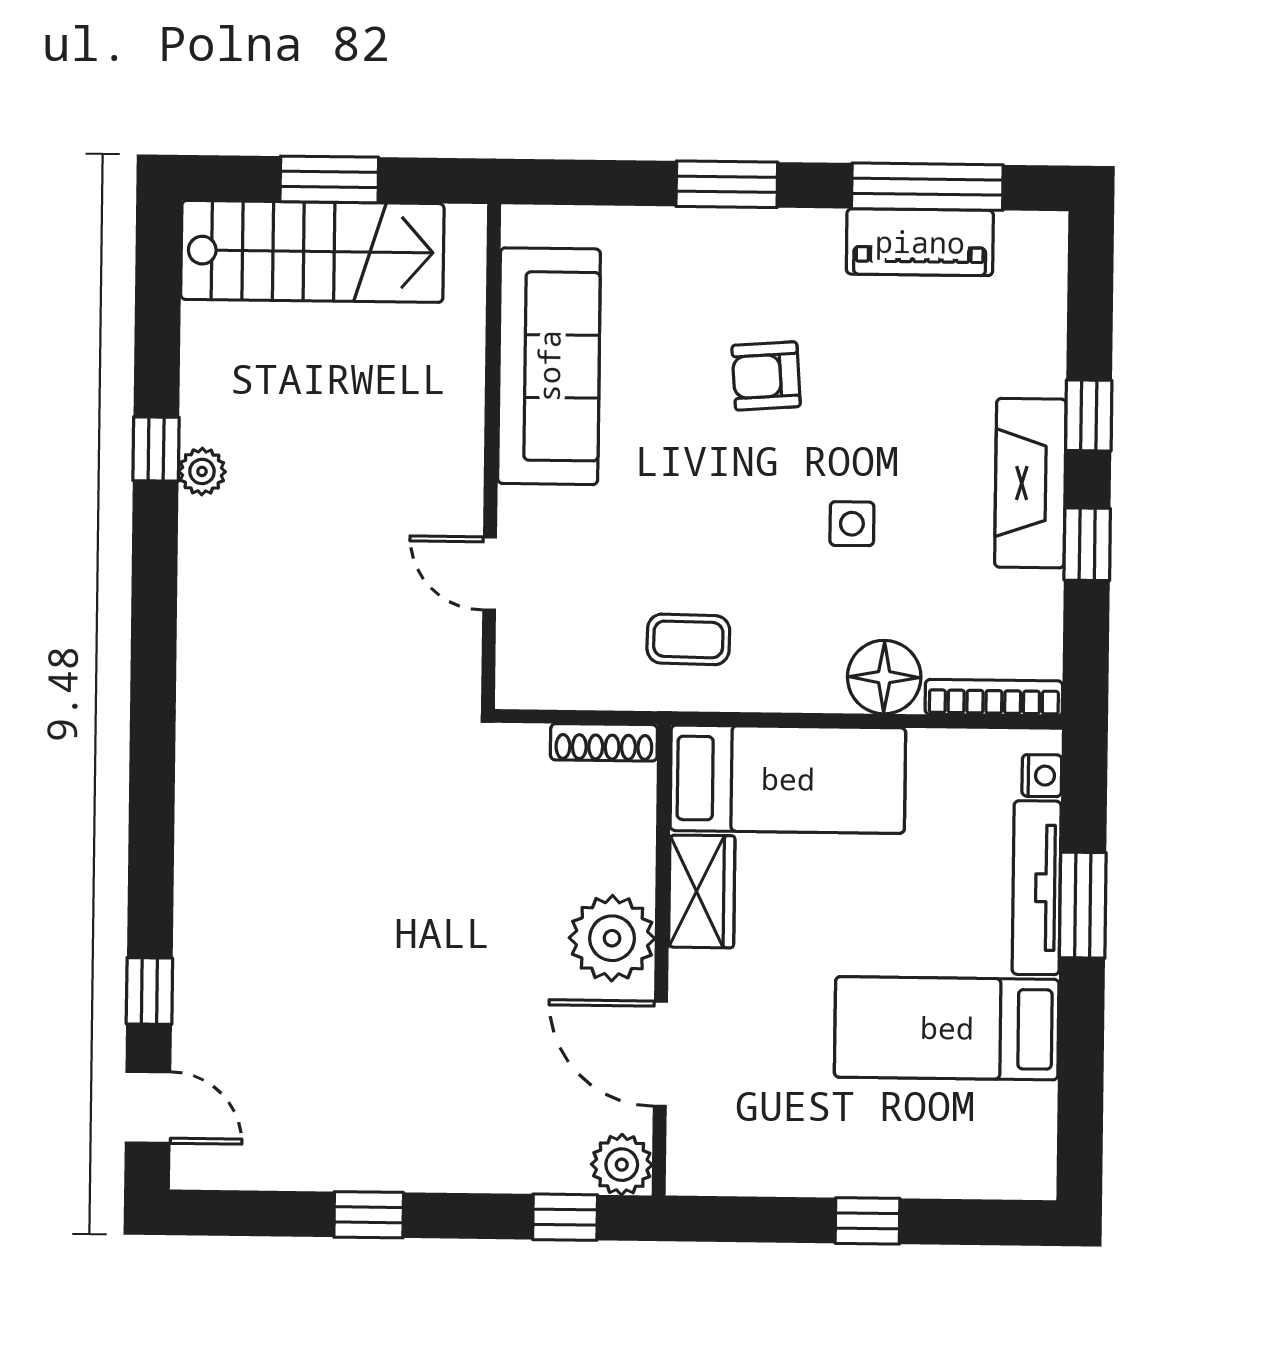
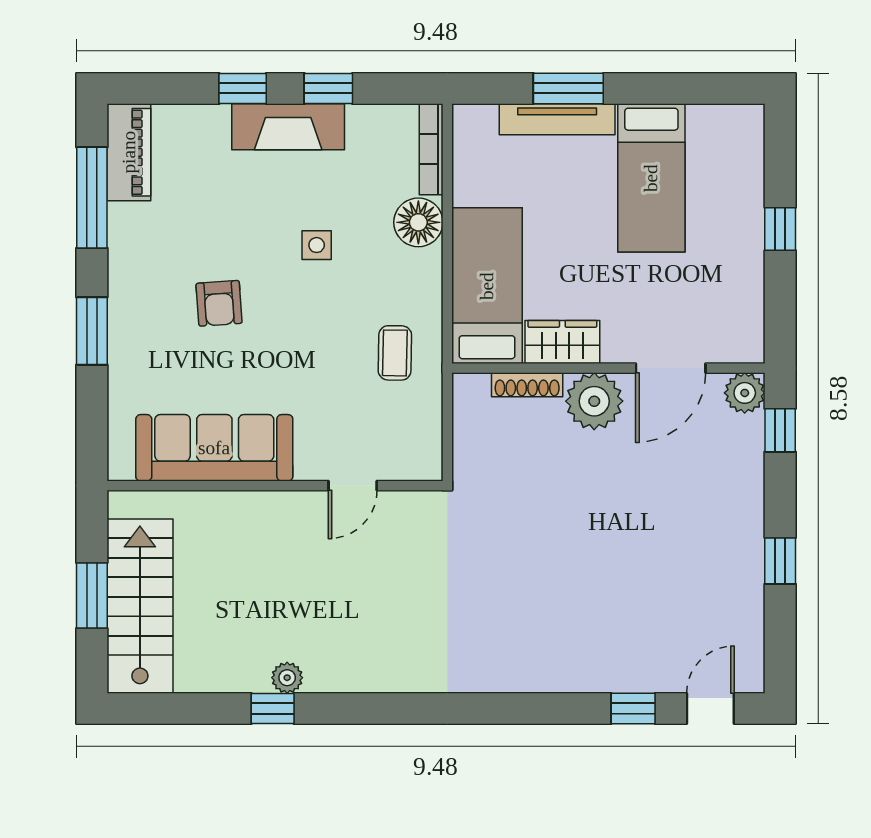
piano: (920, 242) -> (129, 152), moved
shoe rack: (604, 742) -> (527, 385), moved, turned 90
nightstand: (1042, 776) -> (483, 117), removed

